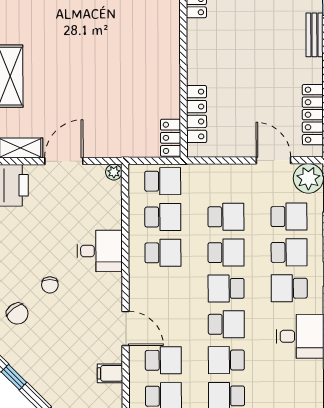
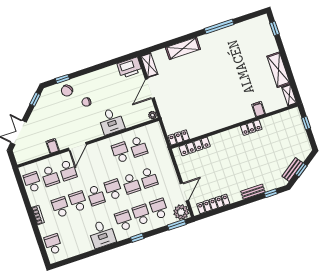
door: (64, 161) -> (150, 89), swing flipped
school desk: (163, 181) -> (156, 141), removed
school desk: (289, 217) -> (159, 209), turned 180
school desk: (289, 252) -> (142, 215), turned 180
school desk: (163, 253) -> (121, 153), turned 180

